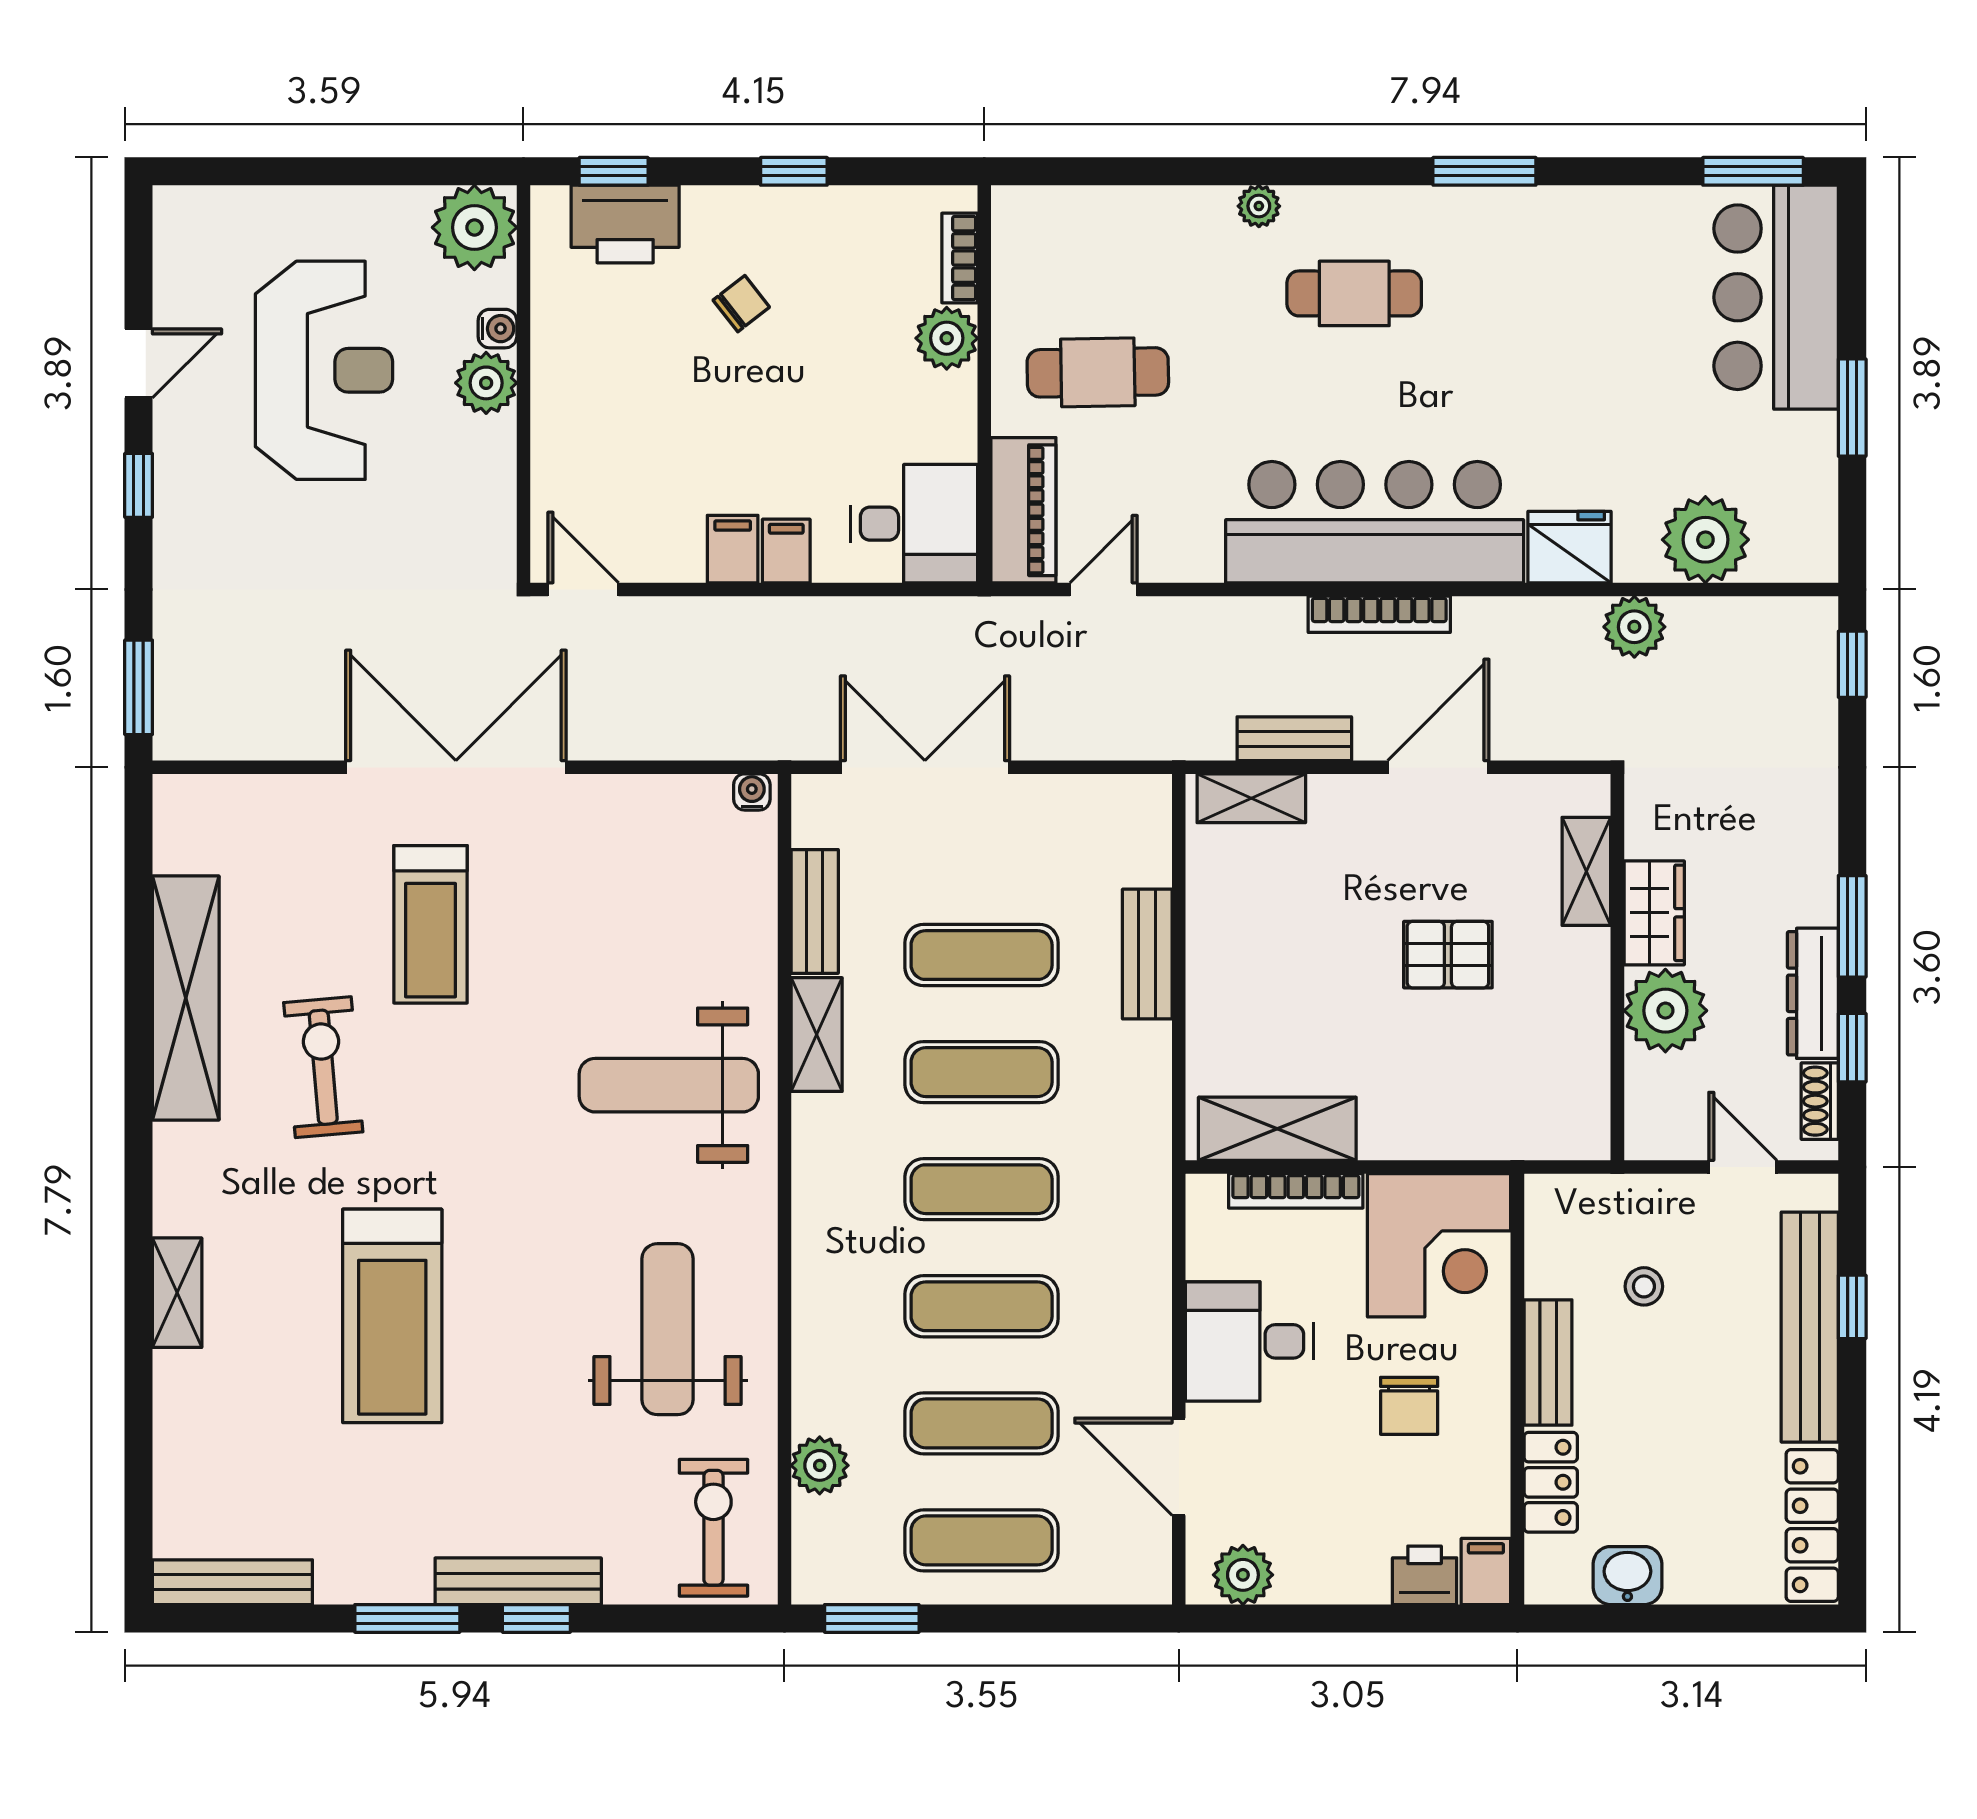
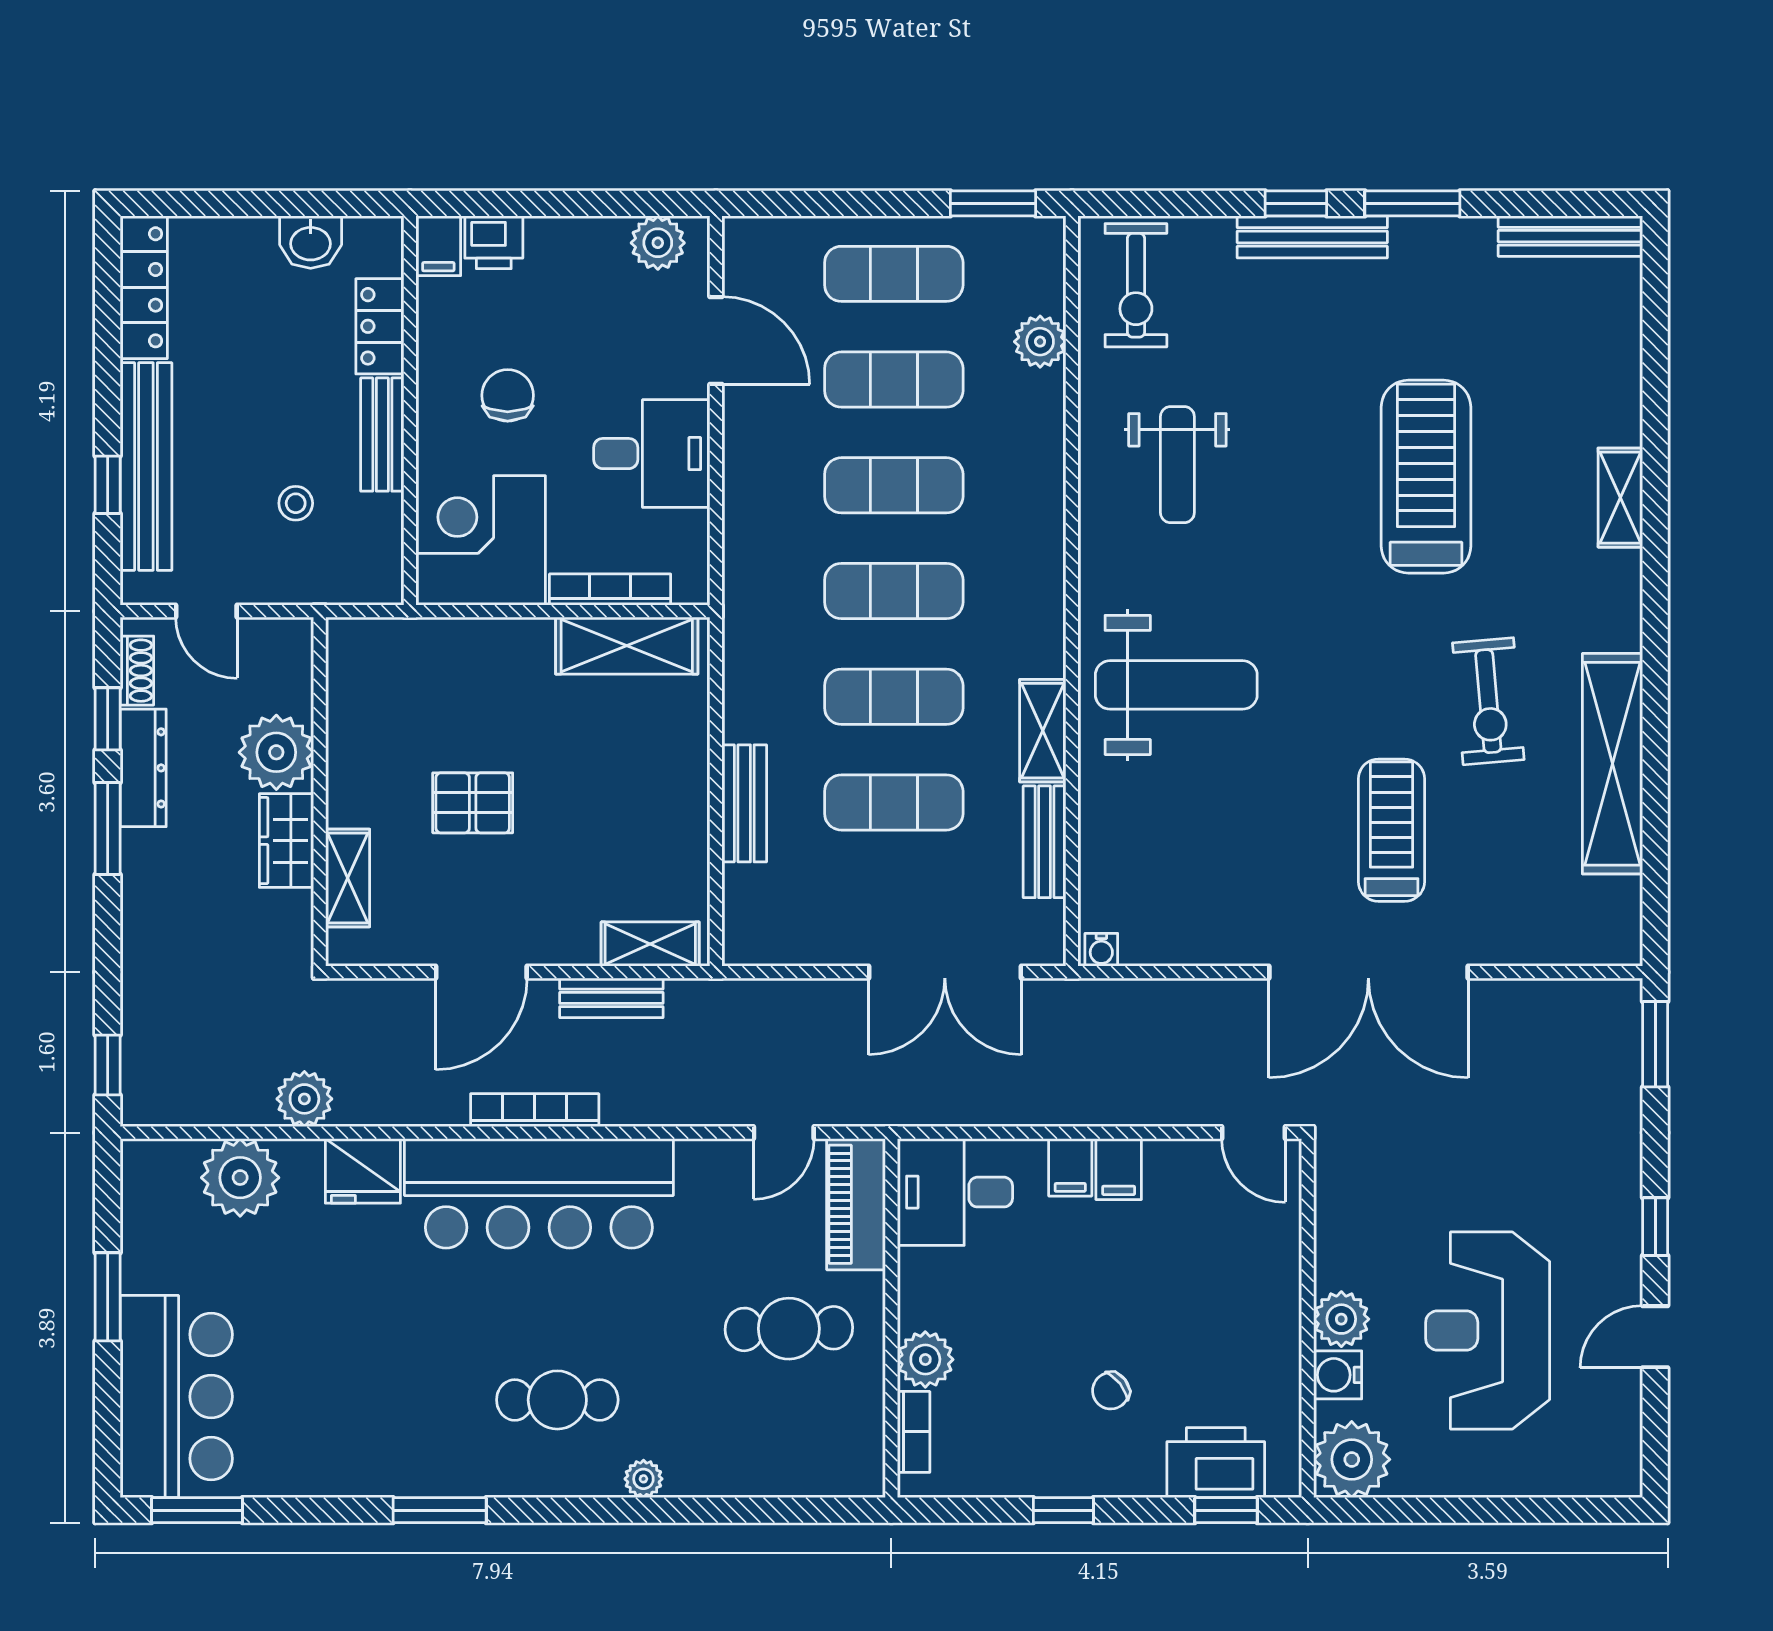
water cooler: (497, 329) -> (1338, 1375), width x1.38, depth x1.38
weight bench: (668, 1329) -> (1177, 465), width x0.73, depth x0.75

